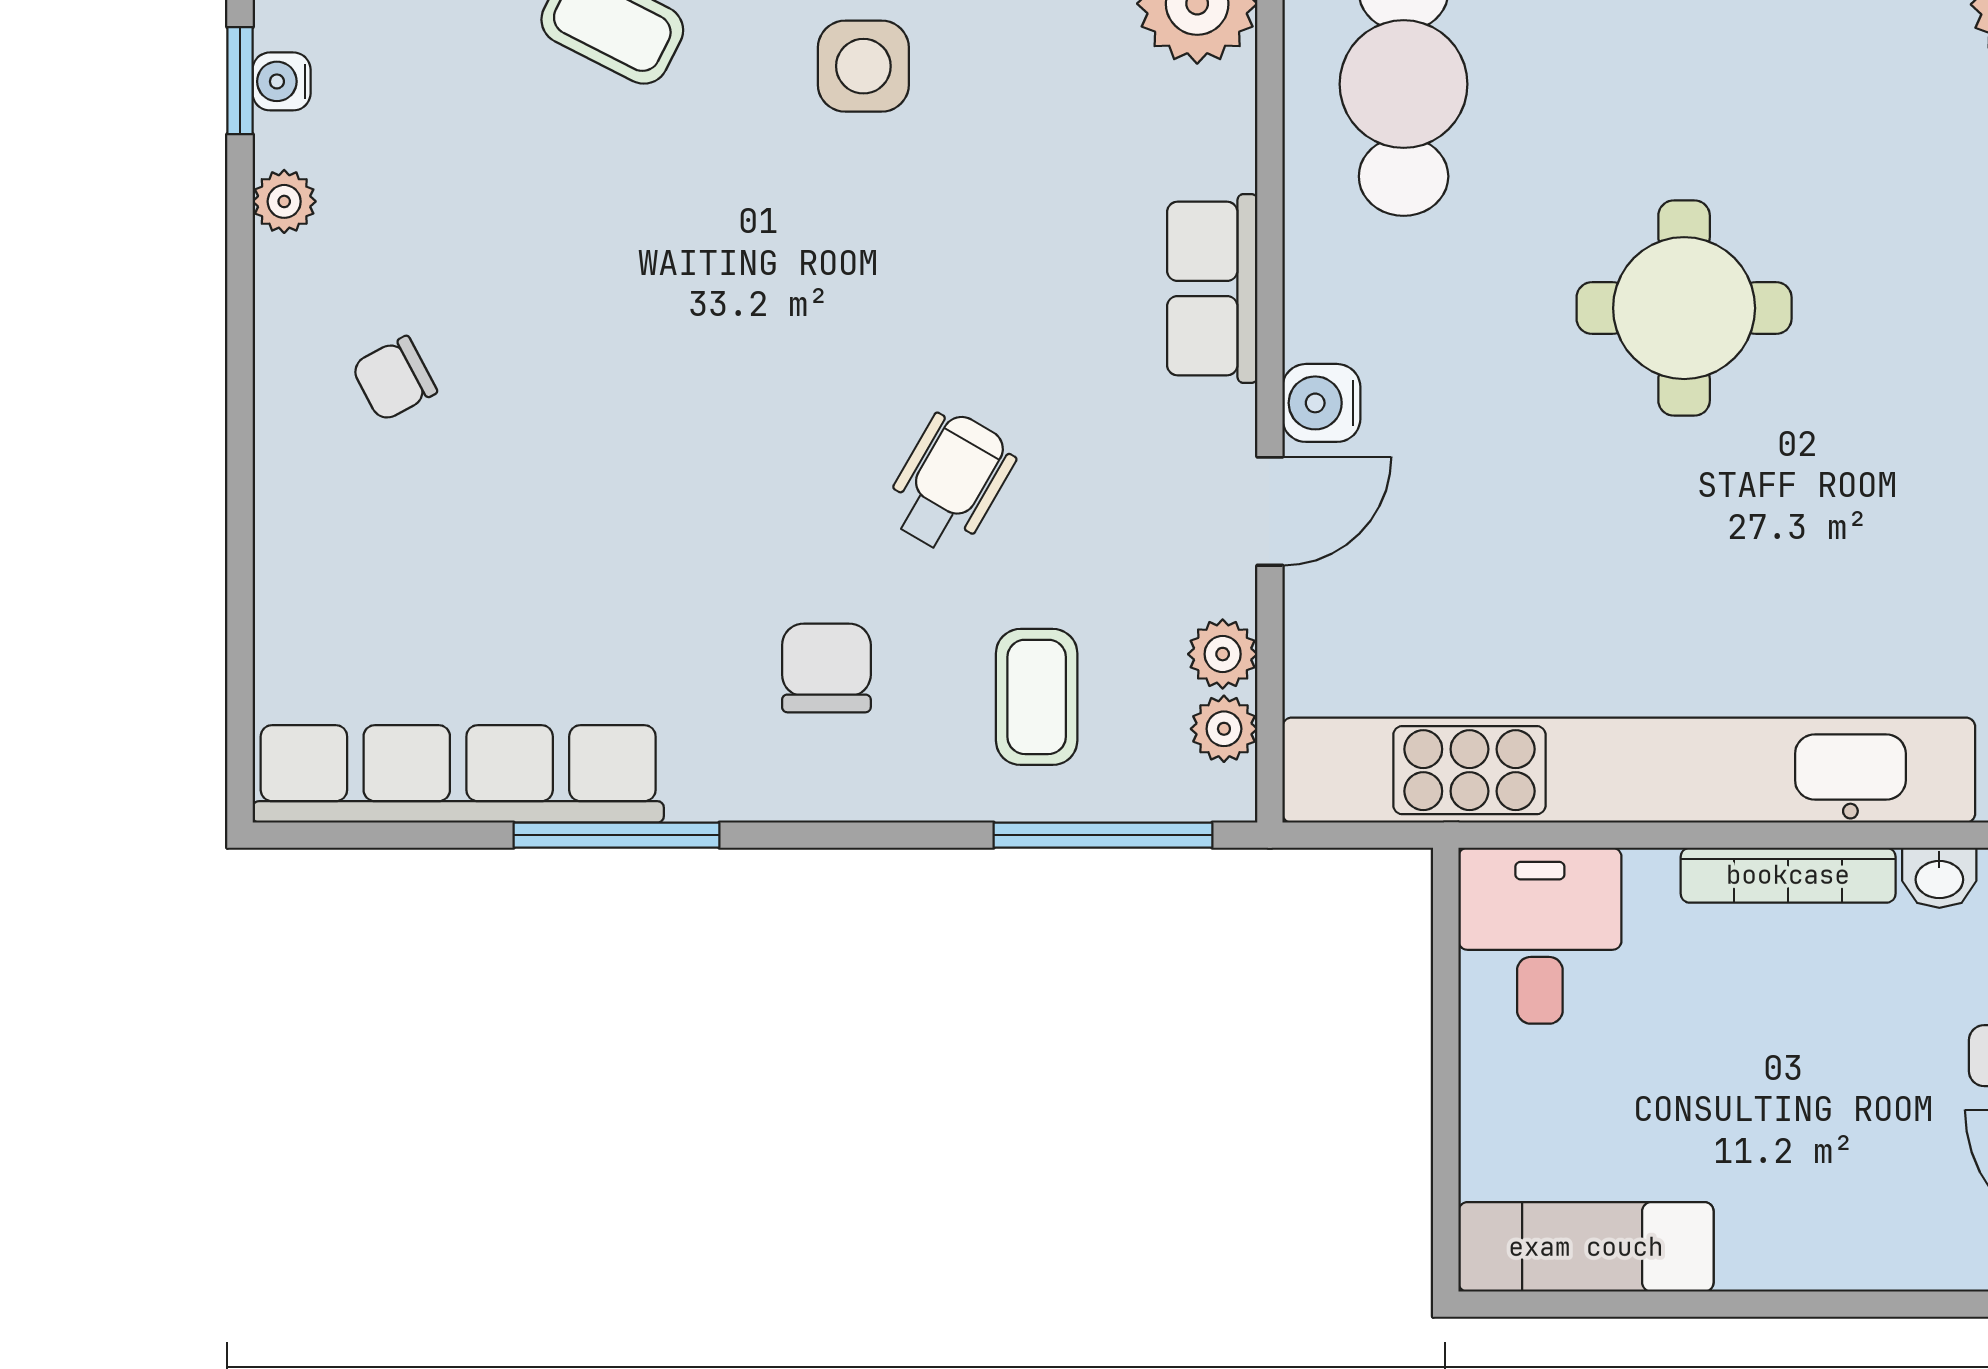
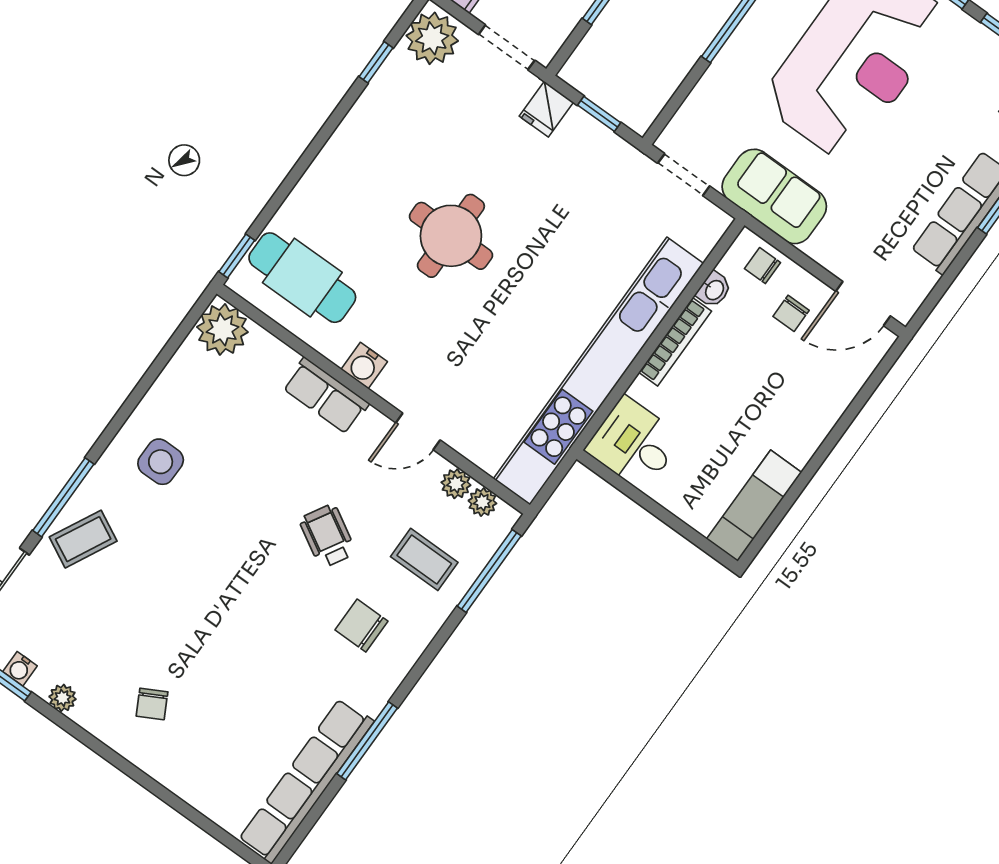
water cooler: (1321, 403) -> (364, 366), moved
door: (1270, 511) -> (418, 431), swing flipped

